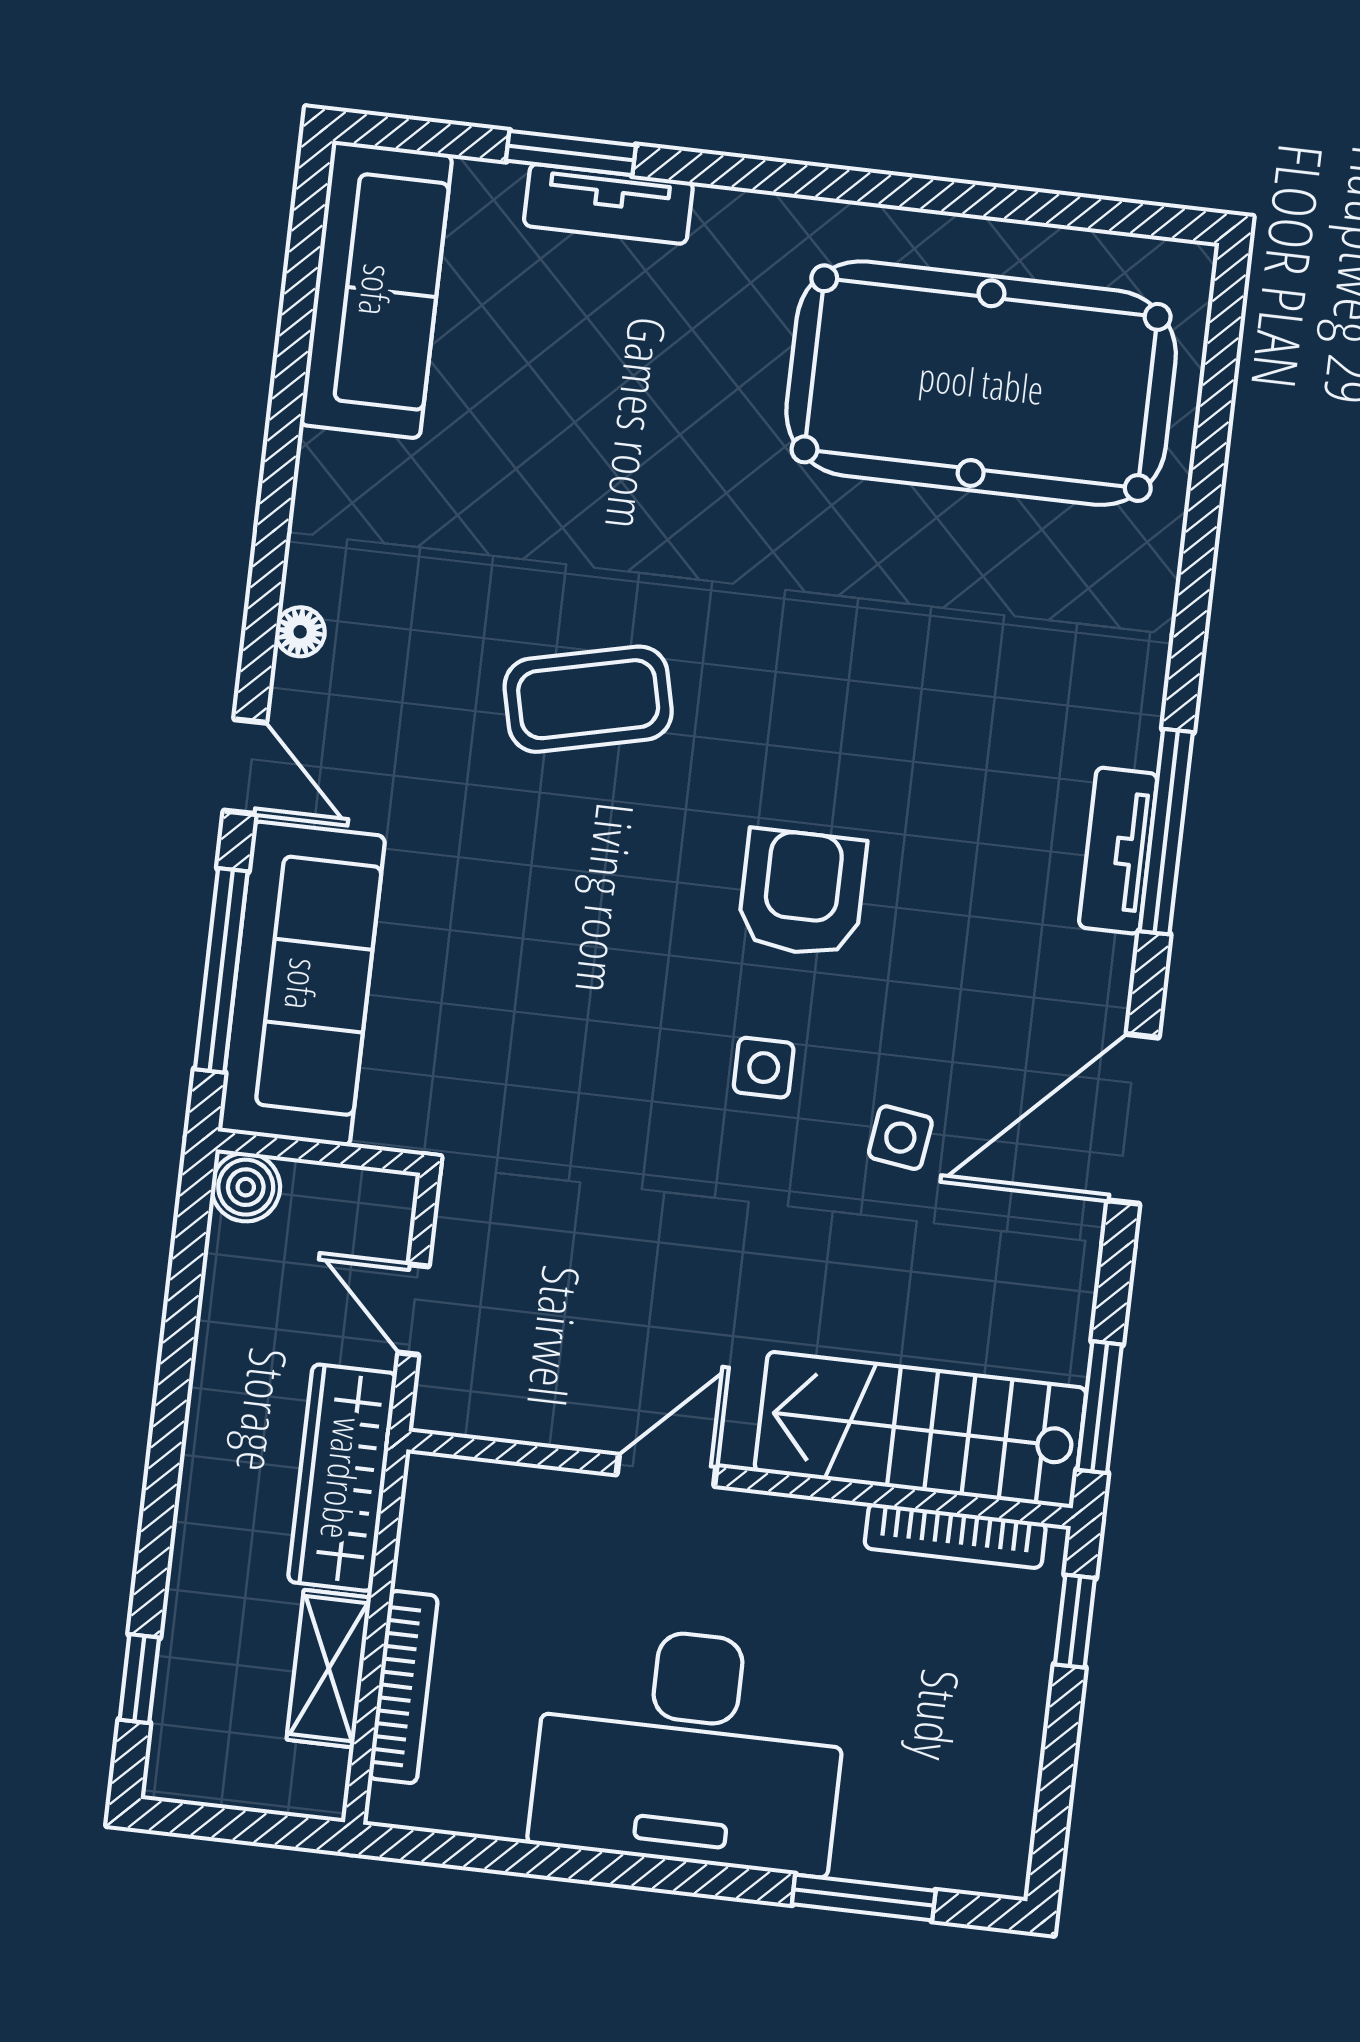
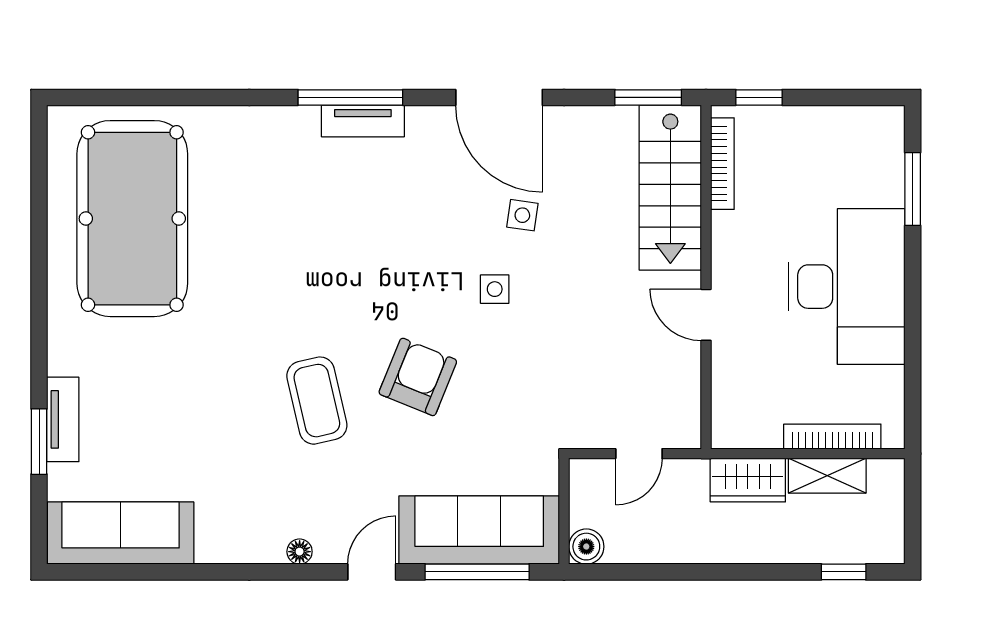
armchair: (802, 893) -> (418, 377), moved, turned 112
wardrobe: (342, 1478) -> (748, 480), width x0.67

